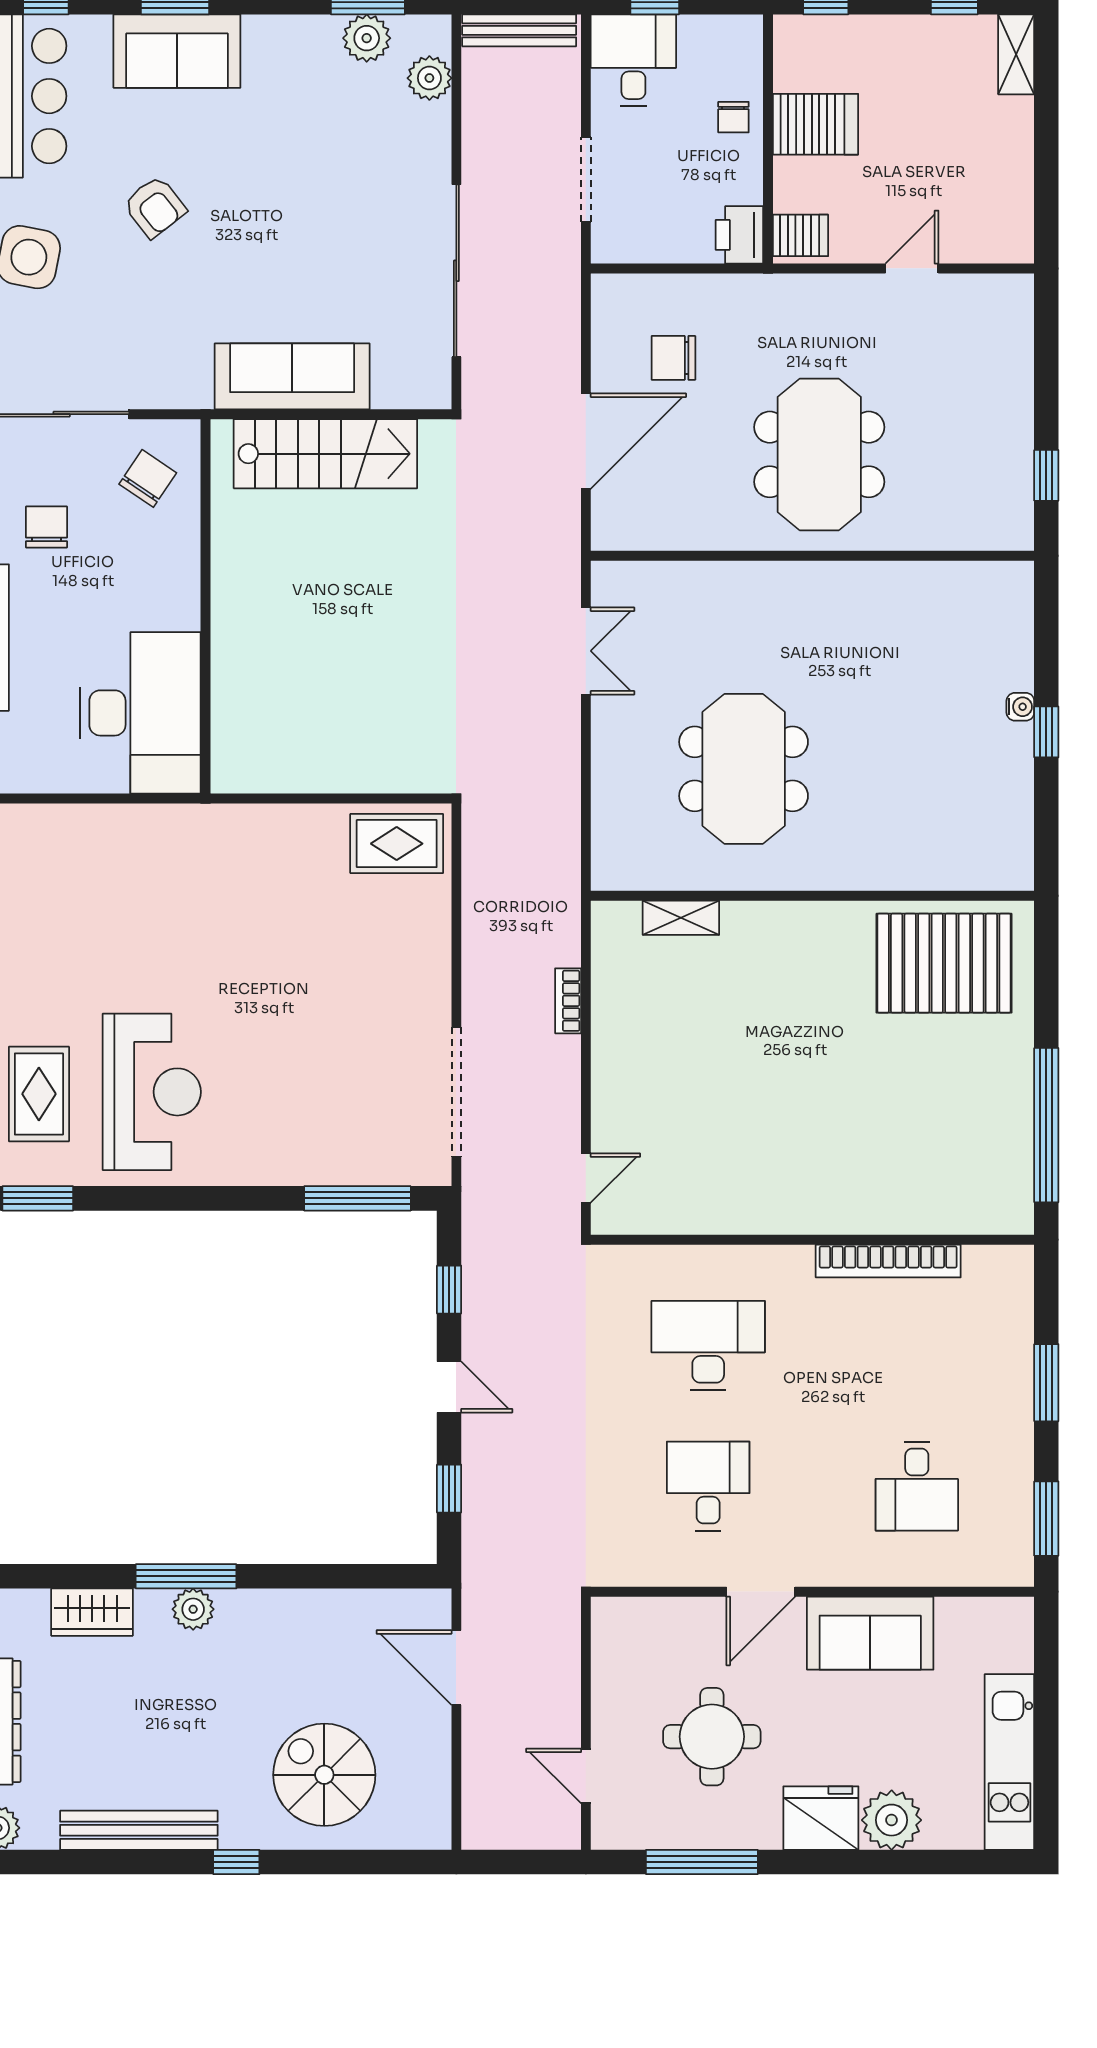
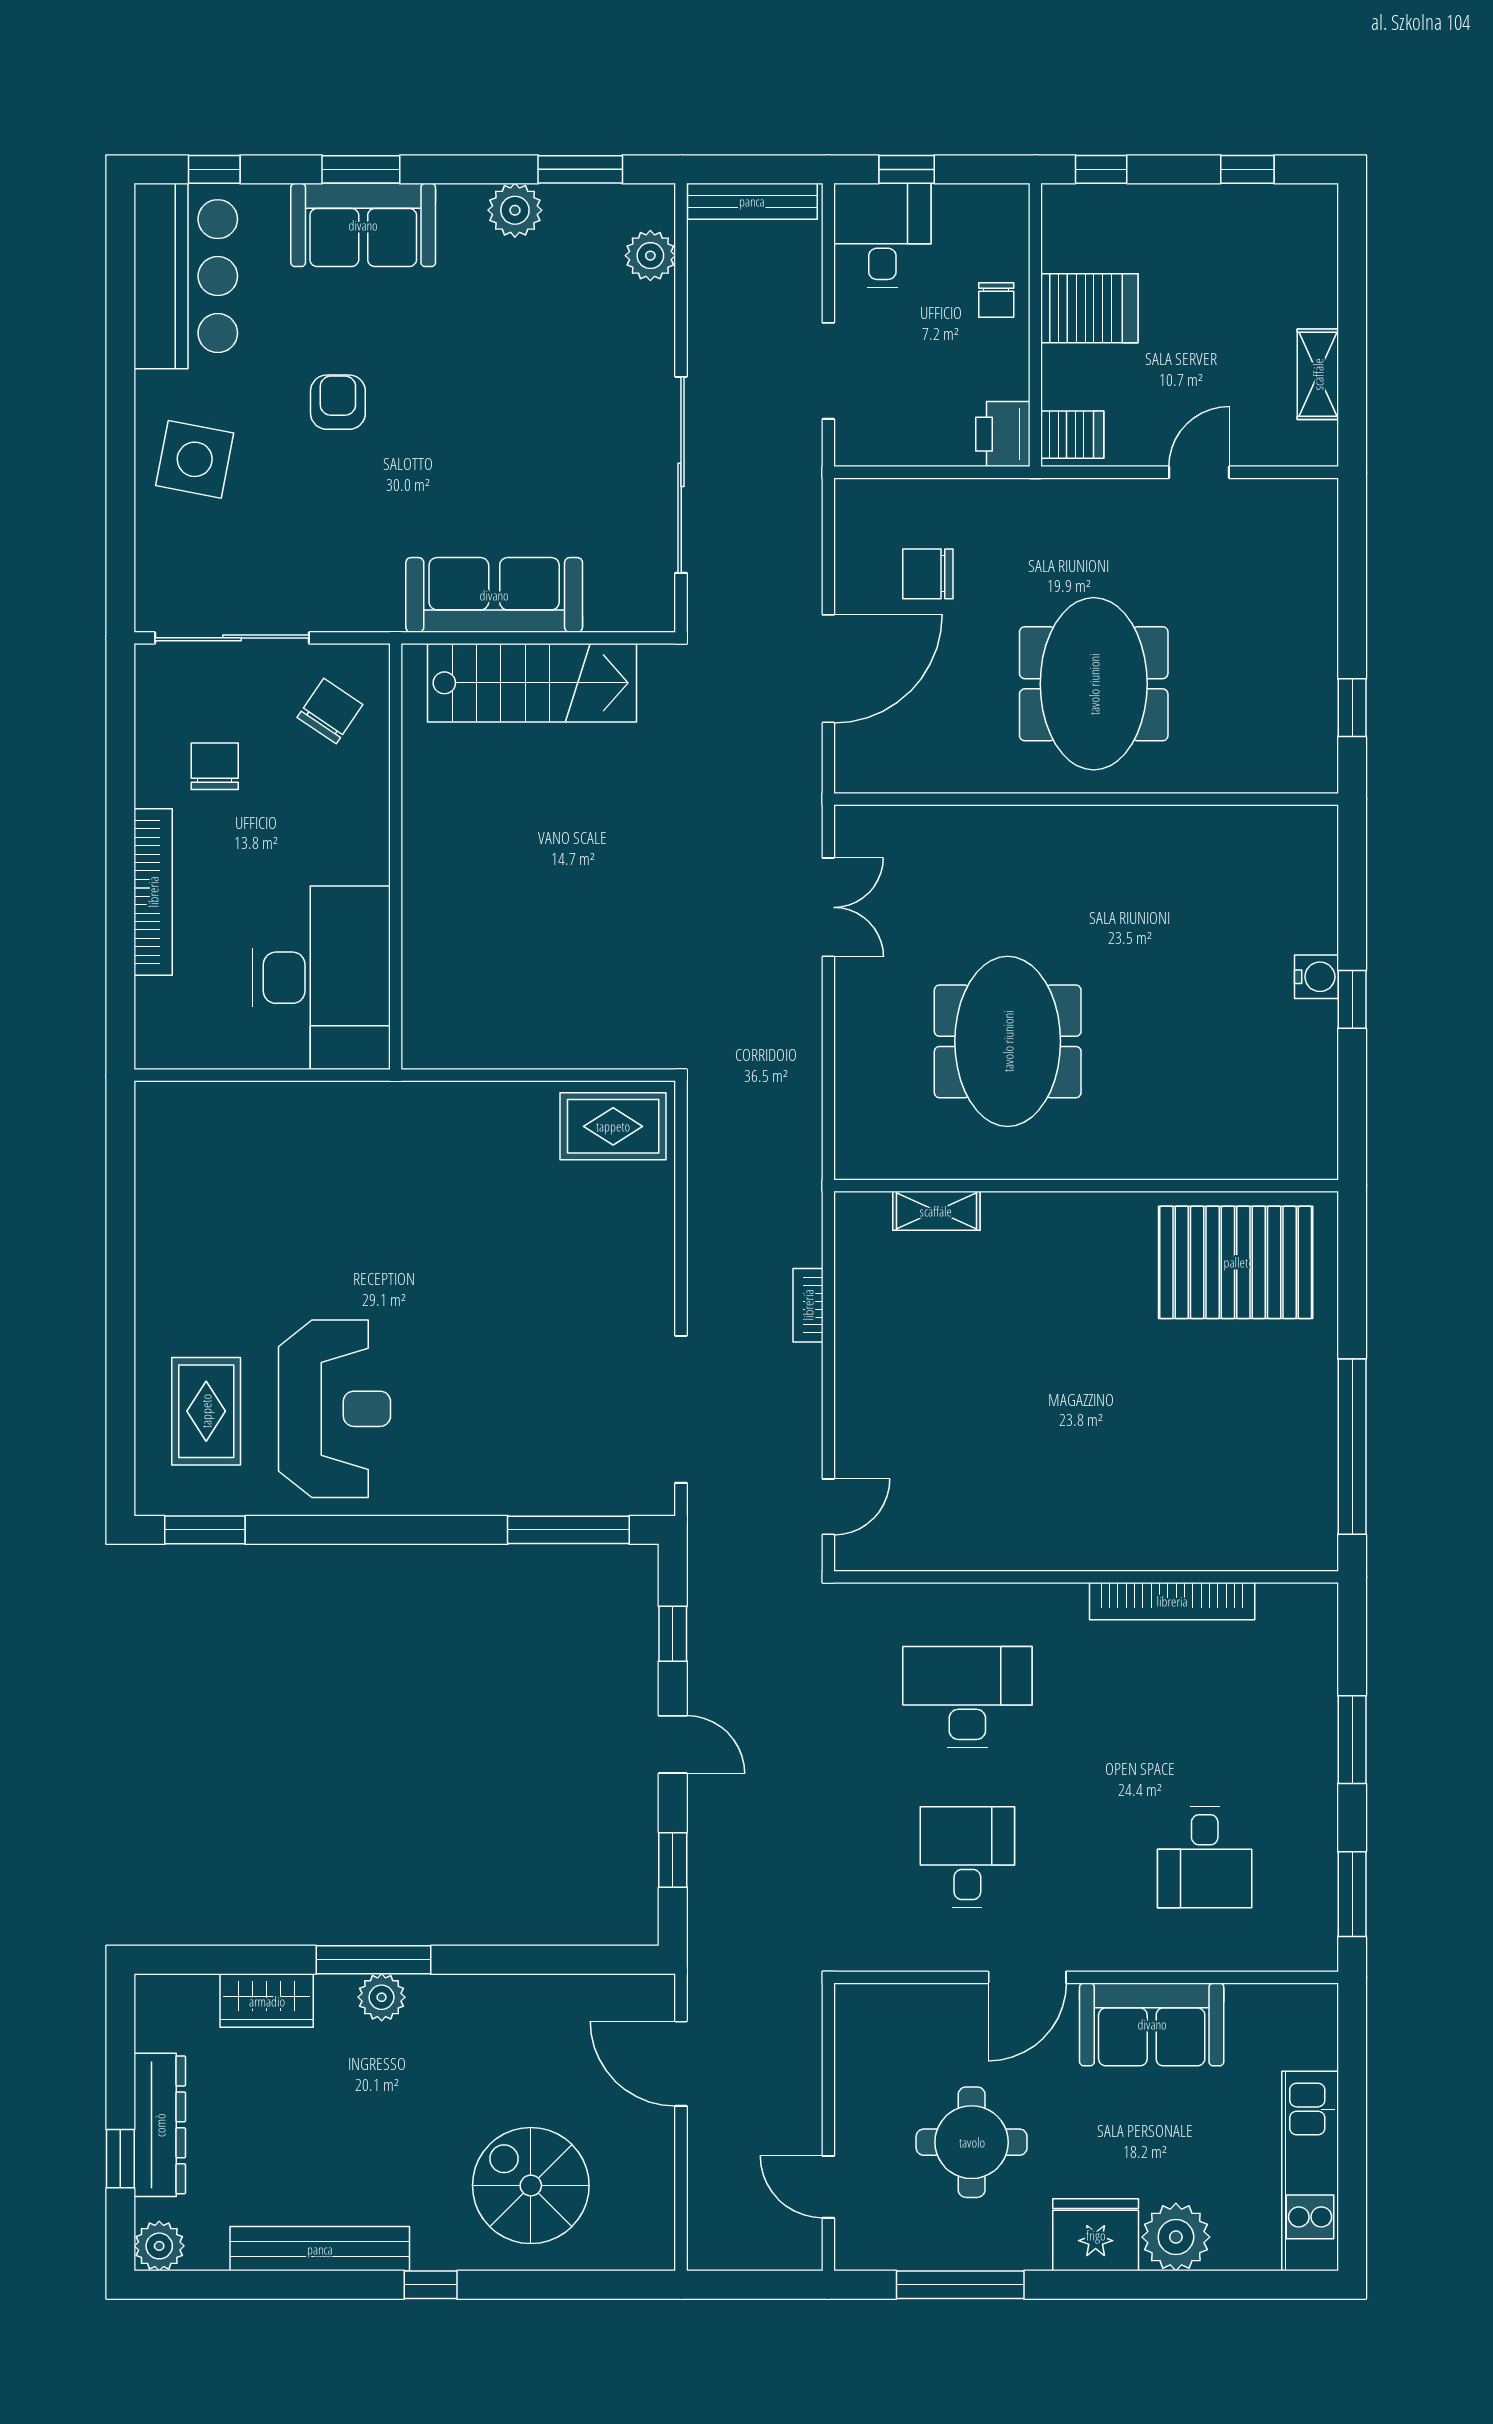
plant: (367, 38) -> (515, 210), moved
shelving: (1016, 54) -> (1318, 374), moved
armchair: (155, 207) -> (338, 402), turned -142
water cooler: (1020, 707) -> (1316, 977), width x1.38, depth x1.38

